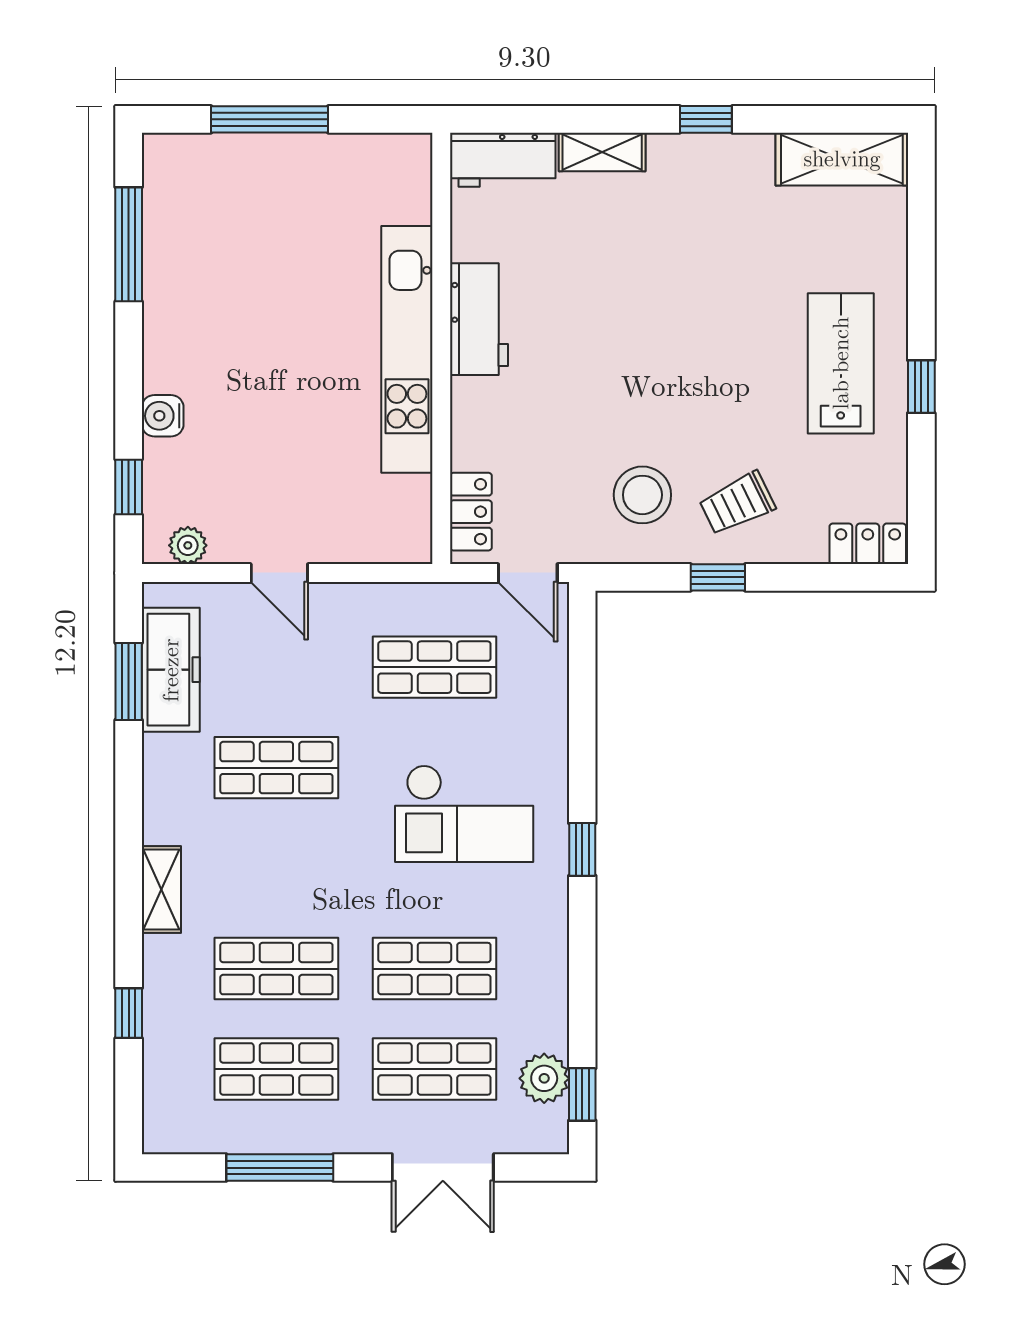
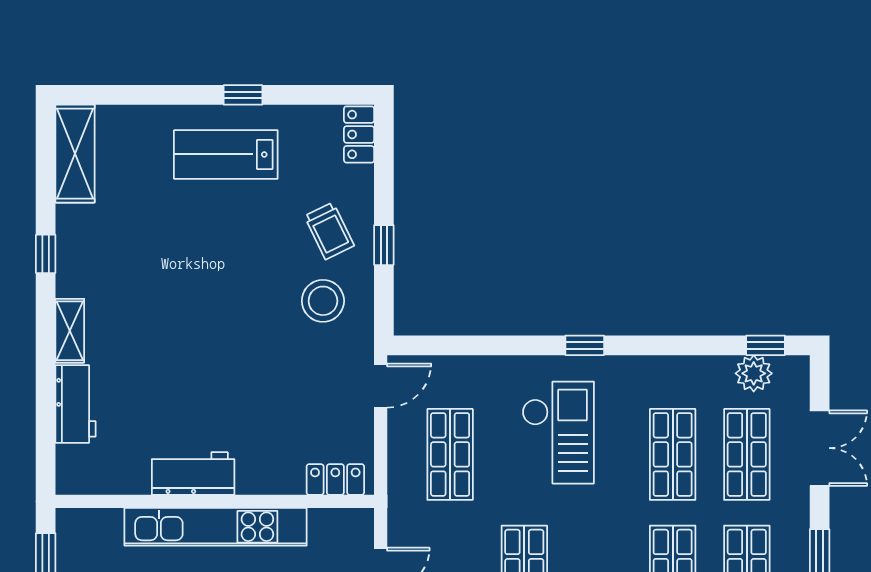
workbench: (479, 319) -> (193, 474), moved
wall: (441, 348) -> (215, 501), moved
kitchen unit: (407, 349) -> (215, 527), moved
locker: (471, 512) -> (335, 480), moved

